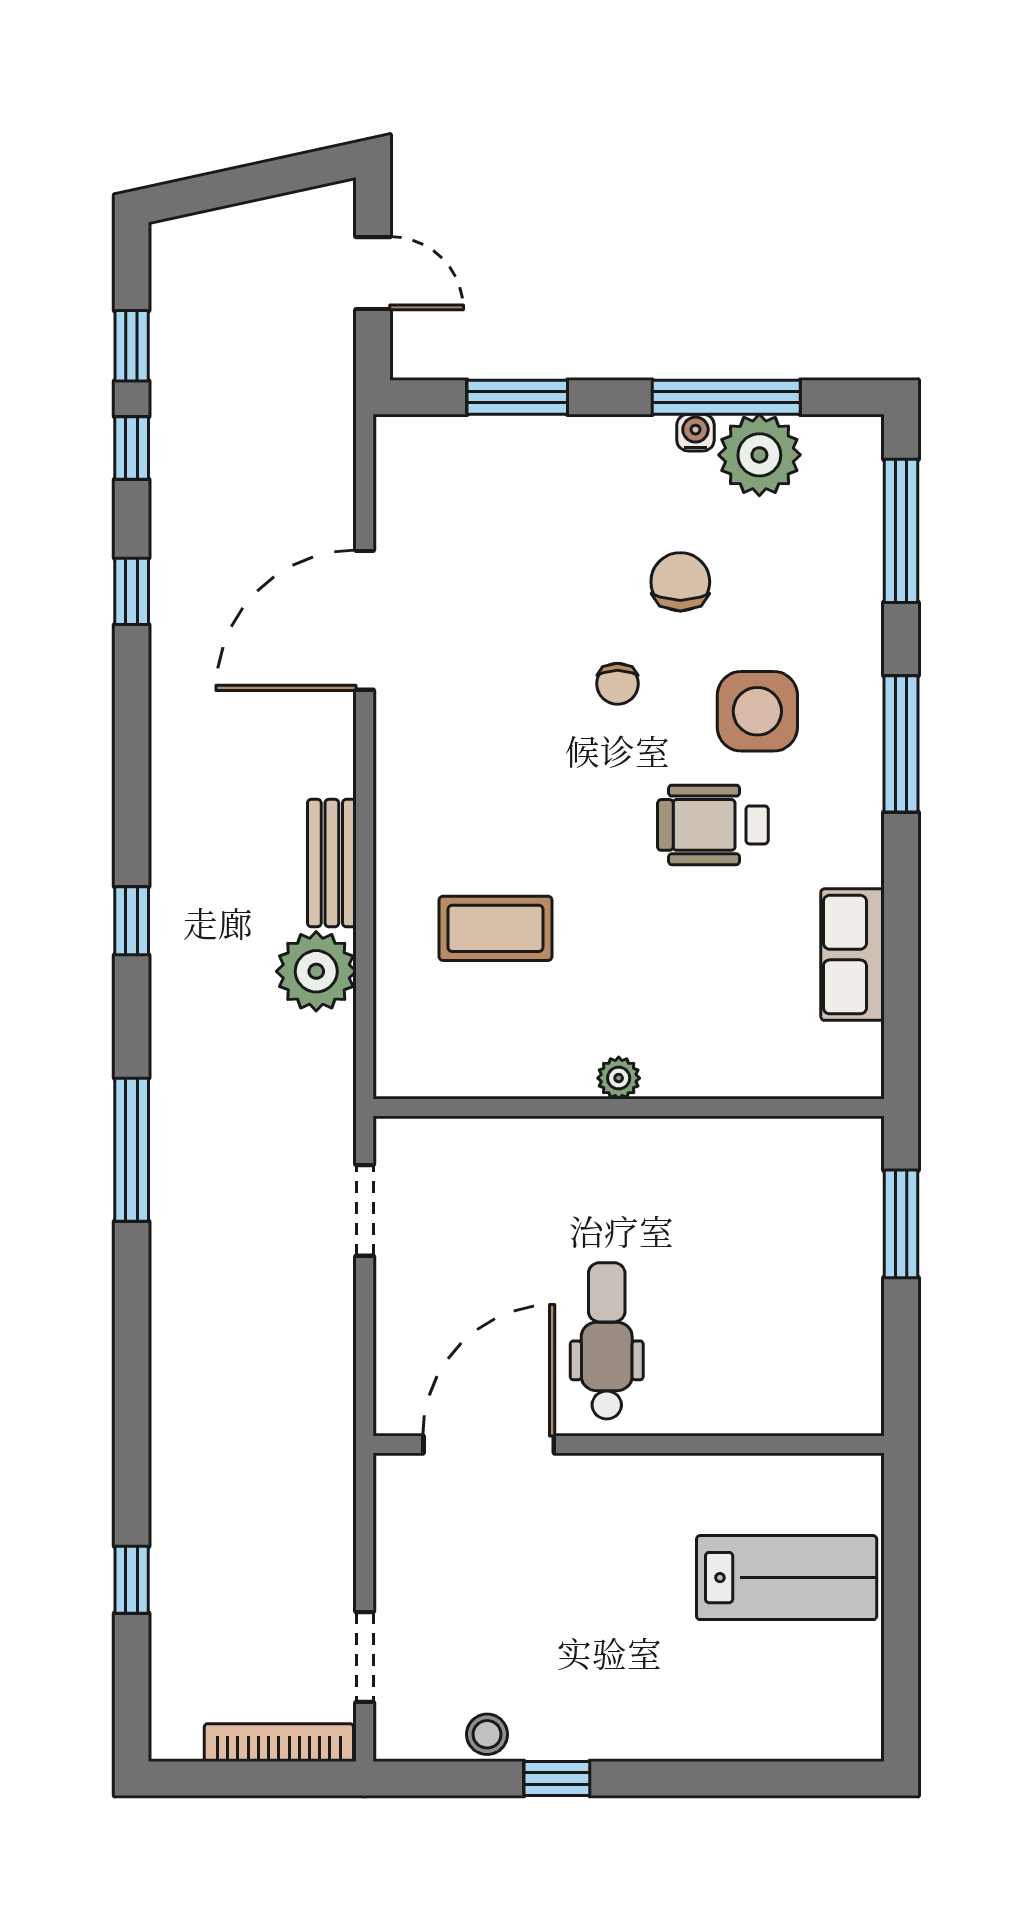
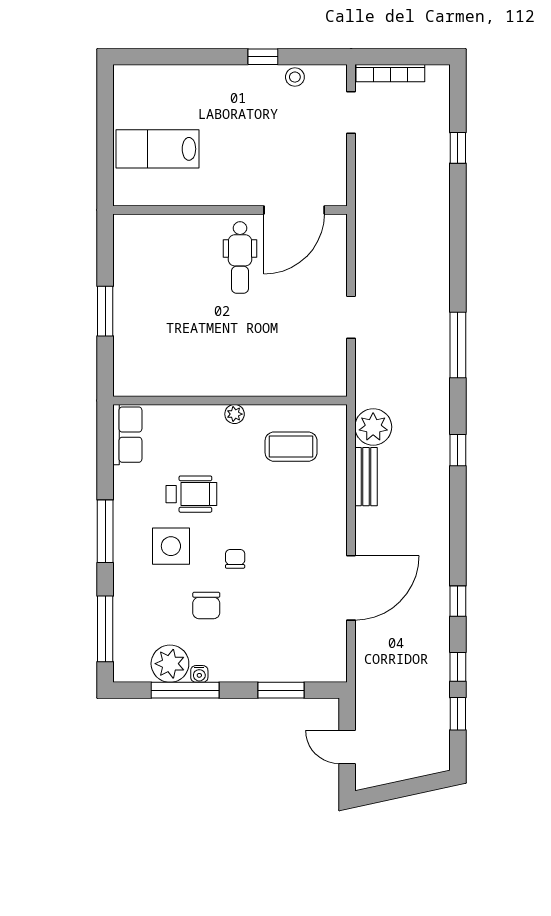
plant: (619, 1078) -> (235, 414), moved
wall: (629, 1108) -> (230, 401), moved

